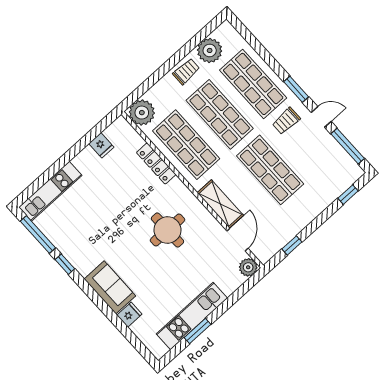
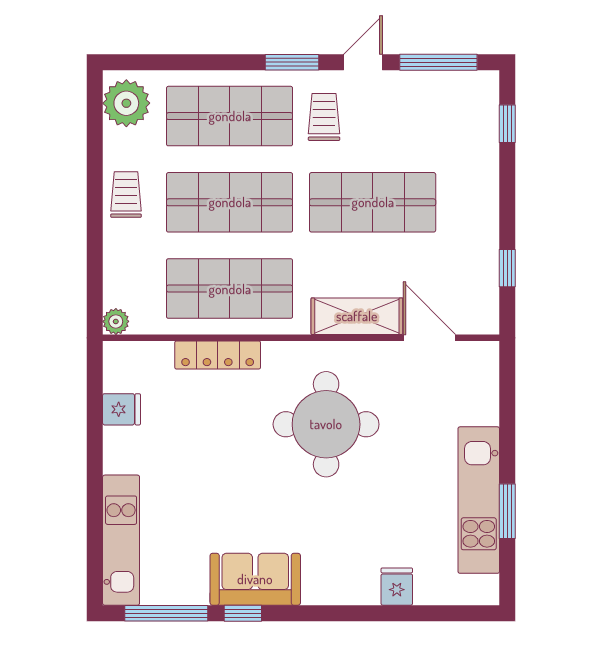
plant: (210, 50) -> (126, 103), moved
plant: (142, 113) -> (116, 321), width x0.53, depth x0.53
trolley: (286, 121) -> (324, 117), turned 180
round table: (167, 230) -> (326, 424), width x1.36, depth x1.36
plant: (248, 267) -> (482, 358), removed
sofa: (110, 287) -> (255, 579), moved

